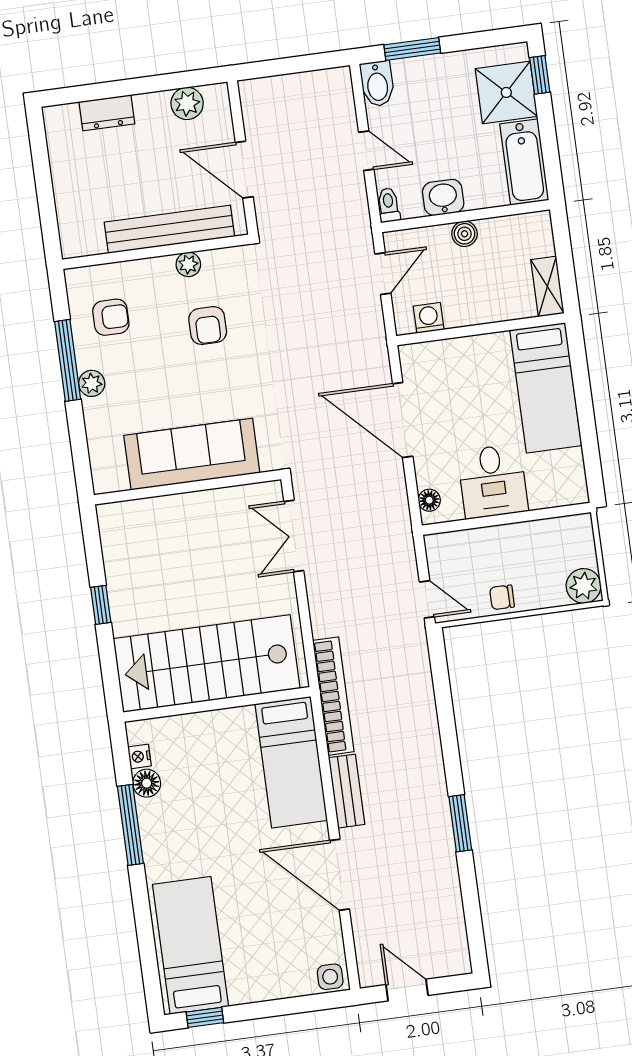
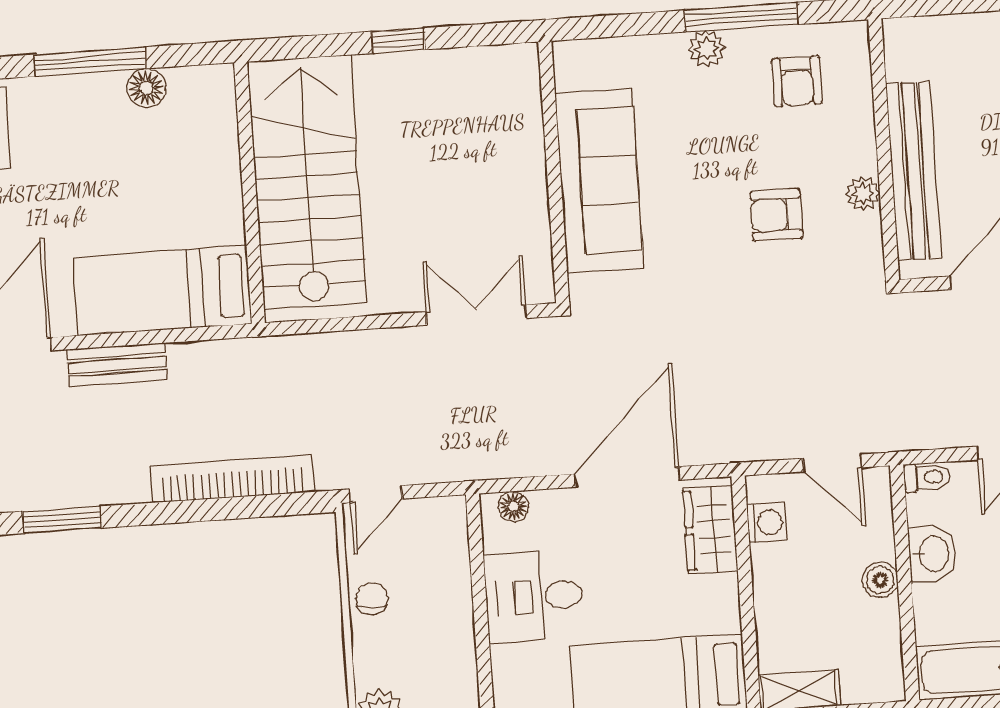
wardrobe: (436, 358) -> (710, 530), added
bookcase: (333, 696) -> (232, 479), moved, turned 180
nightstand: (139, 756) -> (184, 80), removed

